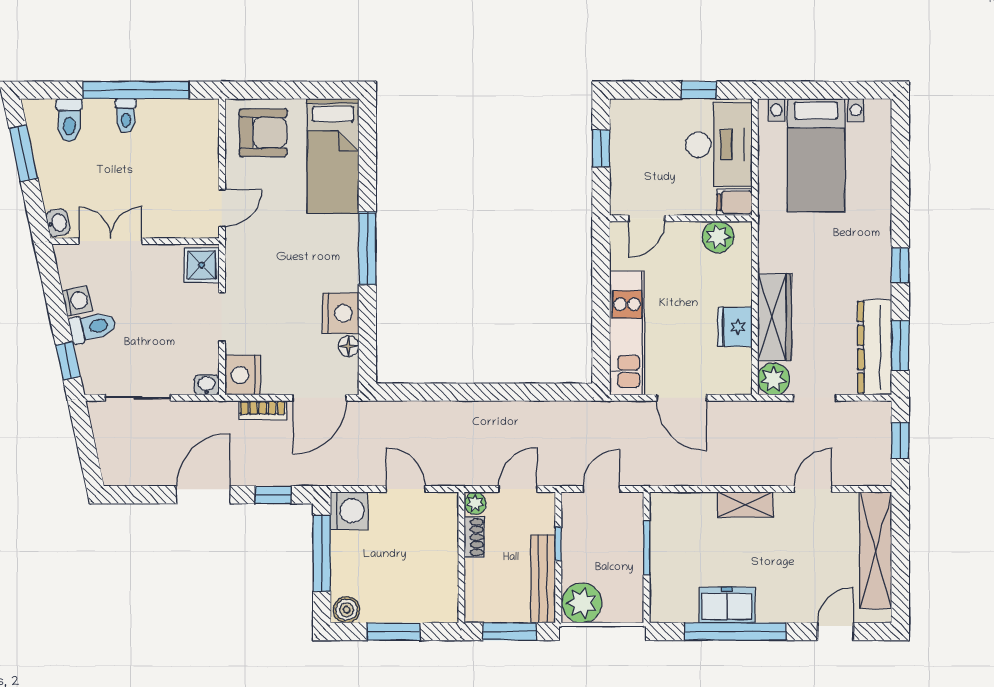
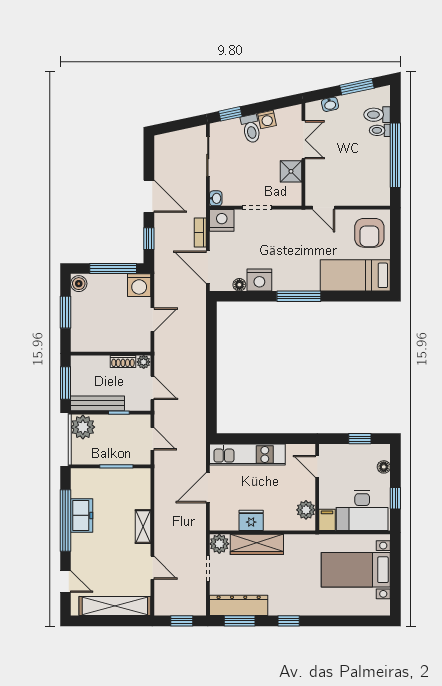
floor lamp: (647, 109) -> (384, 467), added
toilet: (126, 116) -> (380, 130), moved
washbasin: (58, 223) -> (330, 104), moved
shower: (202, 265) -> (291, 171), moved

